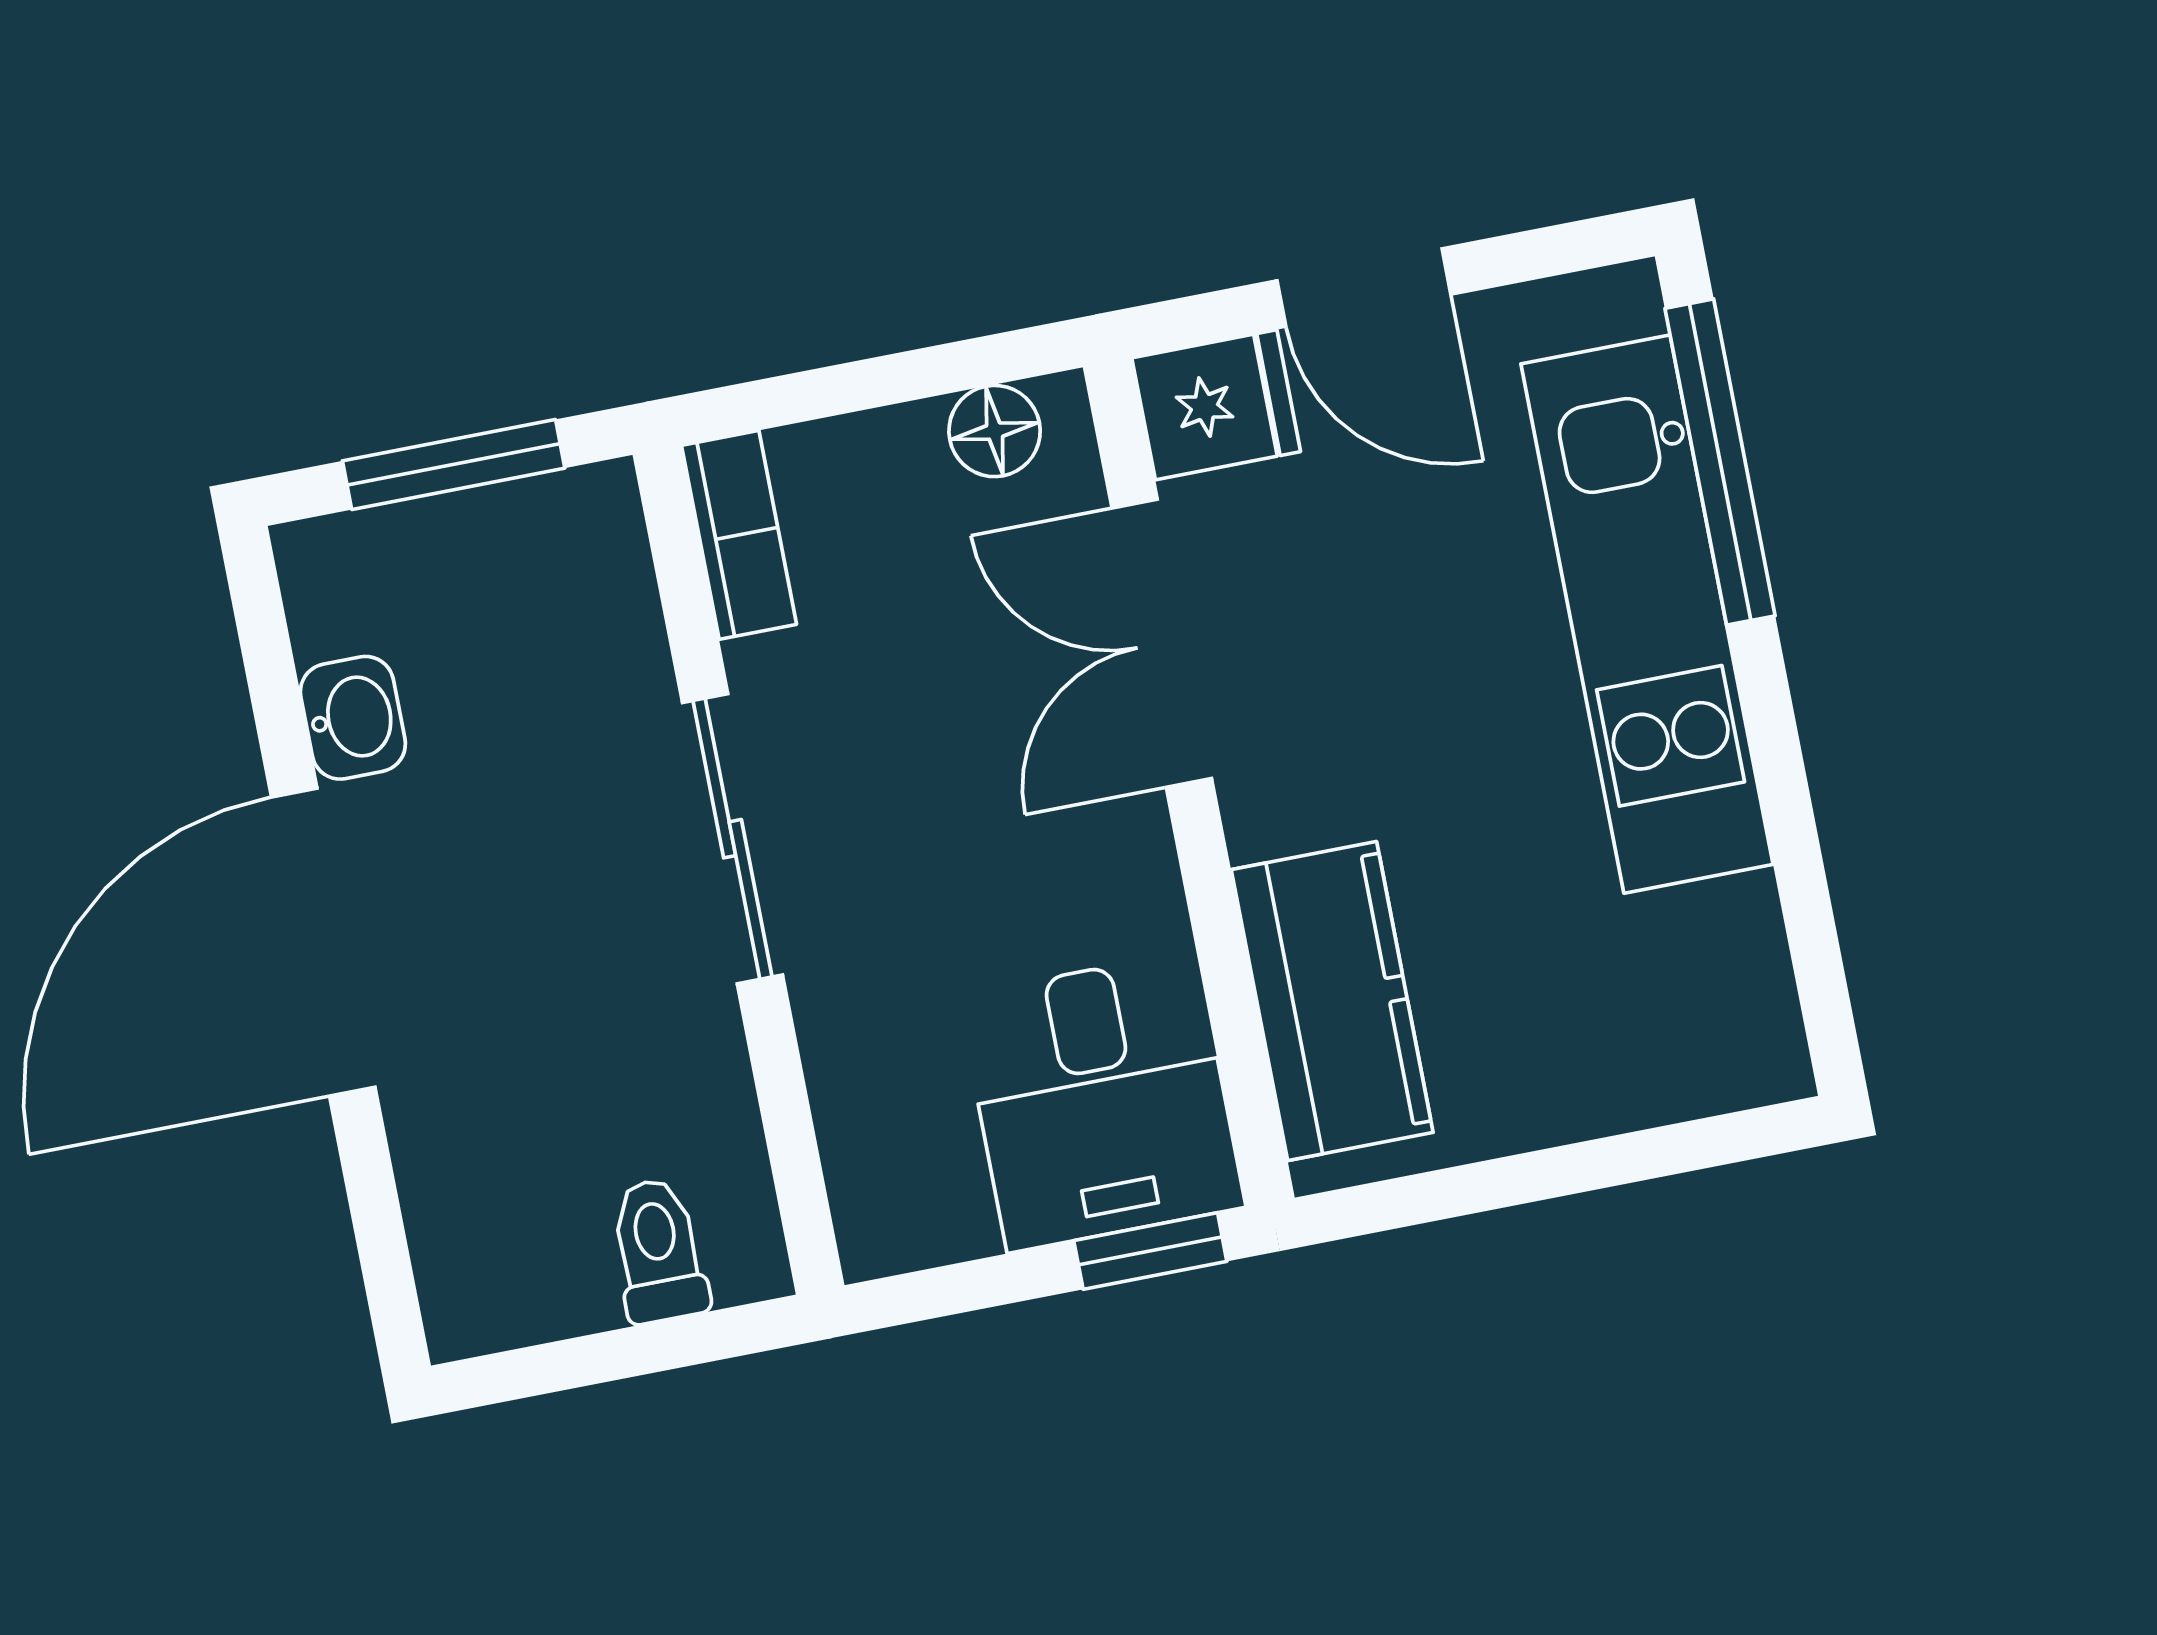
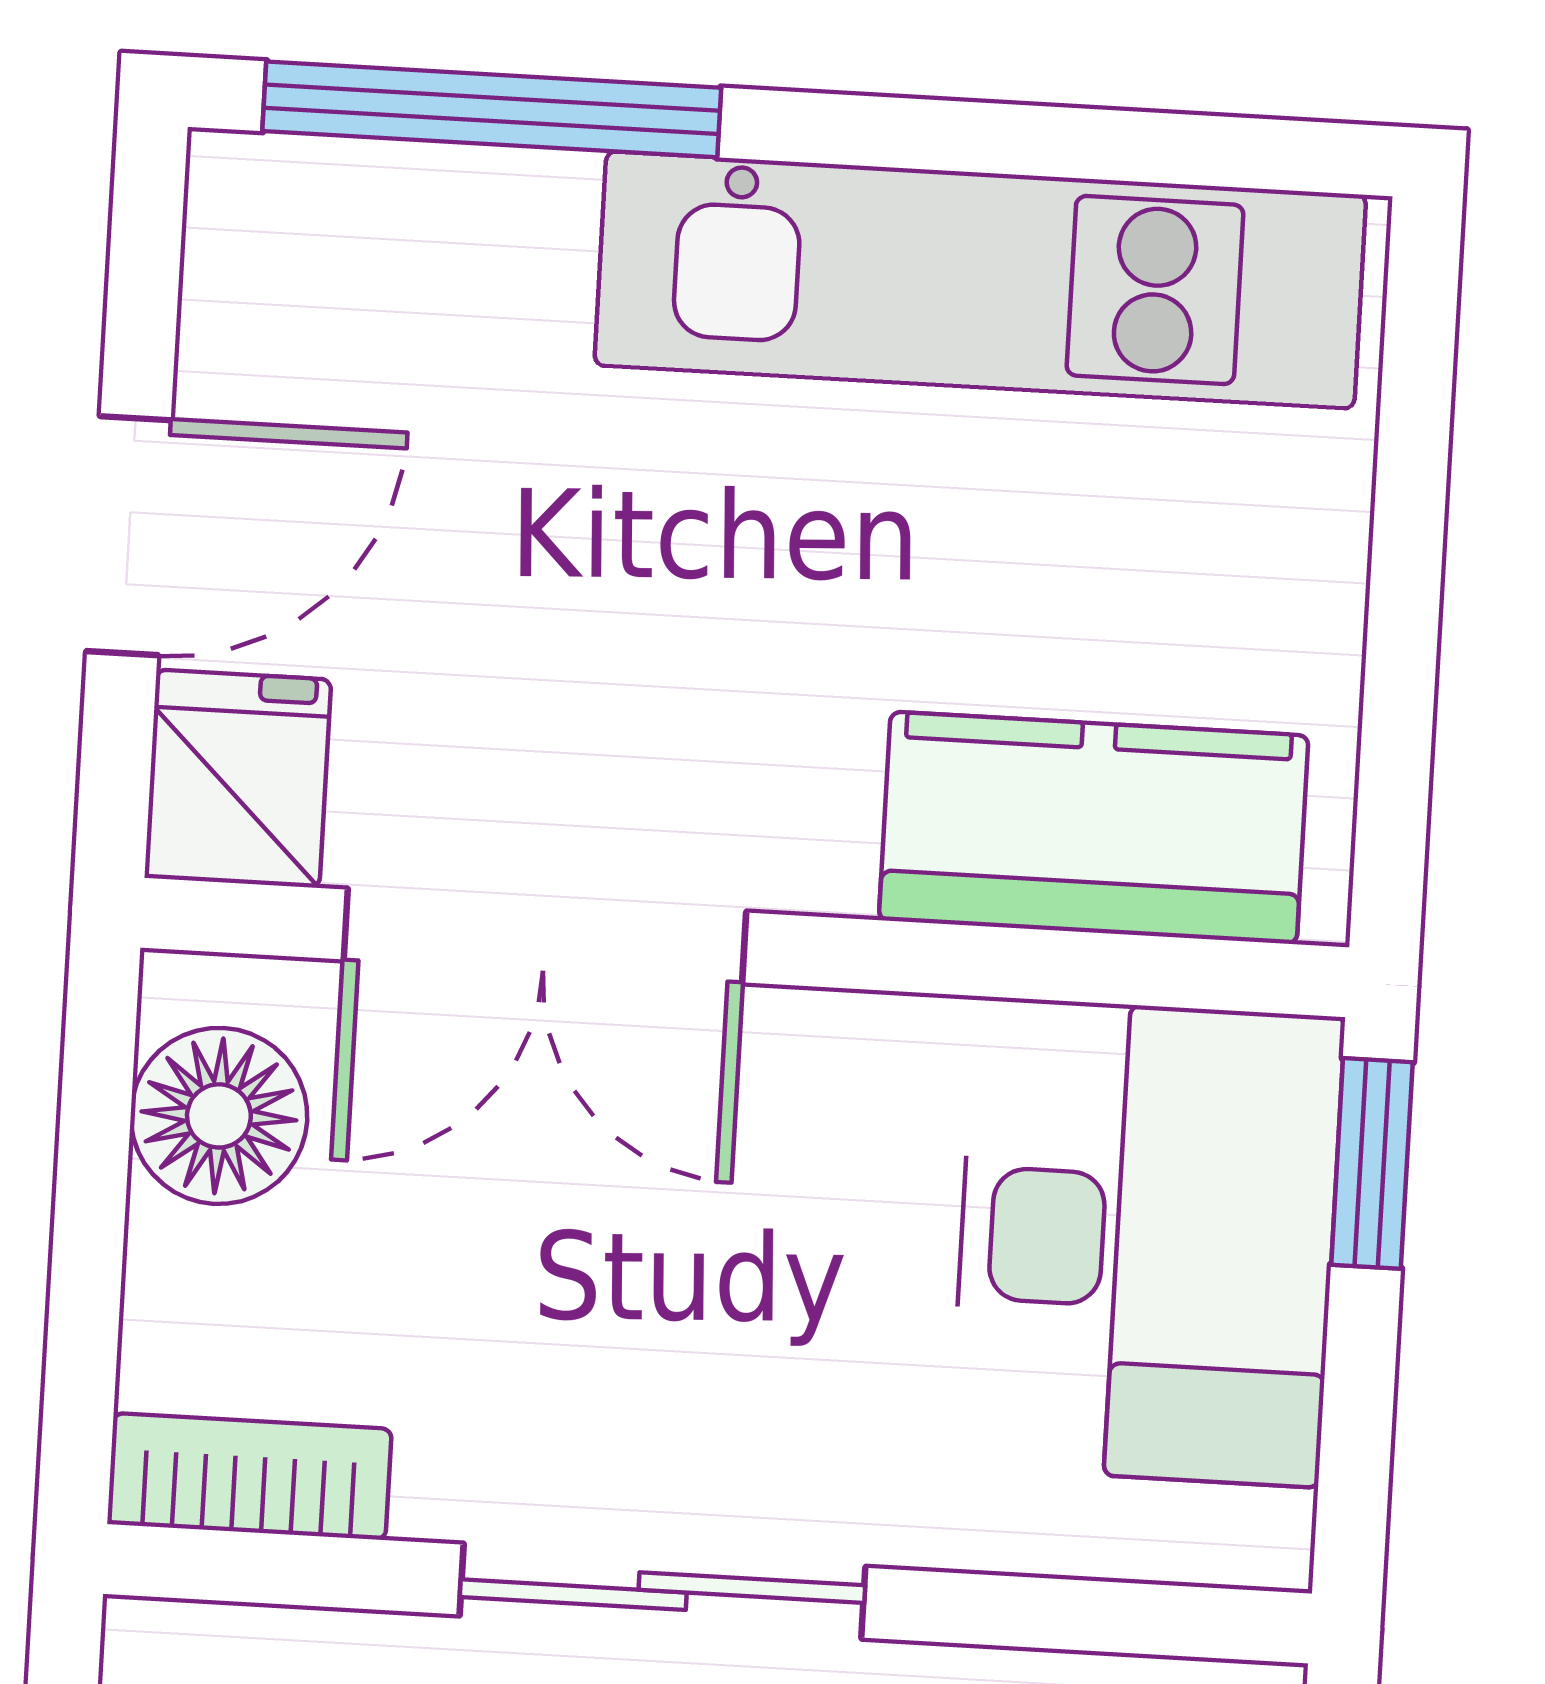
floor lamp: (995, 431) -> (219, 1116), width x1.37, depth x1.37
kitchen unit: (1647, 614) -> (980, 280), moved
desk: (1102, 1101) -> (1147, 1242), width x1.37

